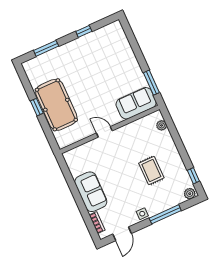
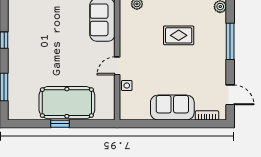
side table: (142, 214) -> (127, 86), moved

